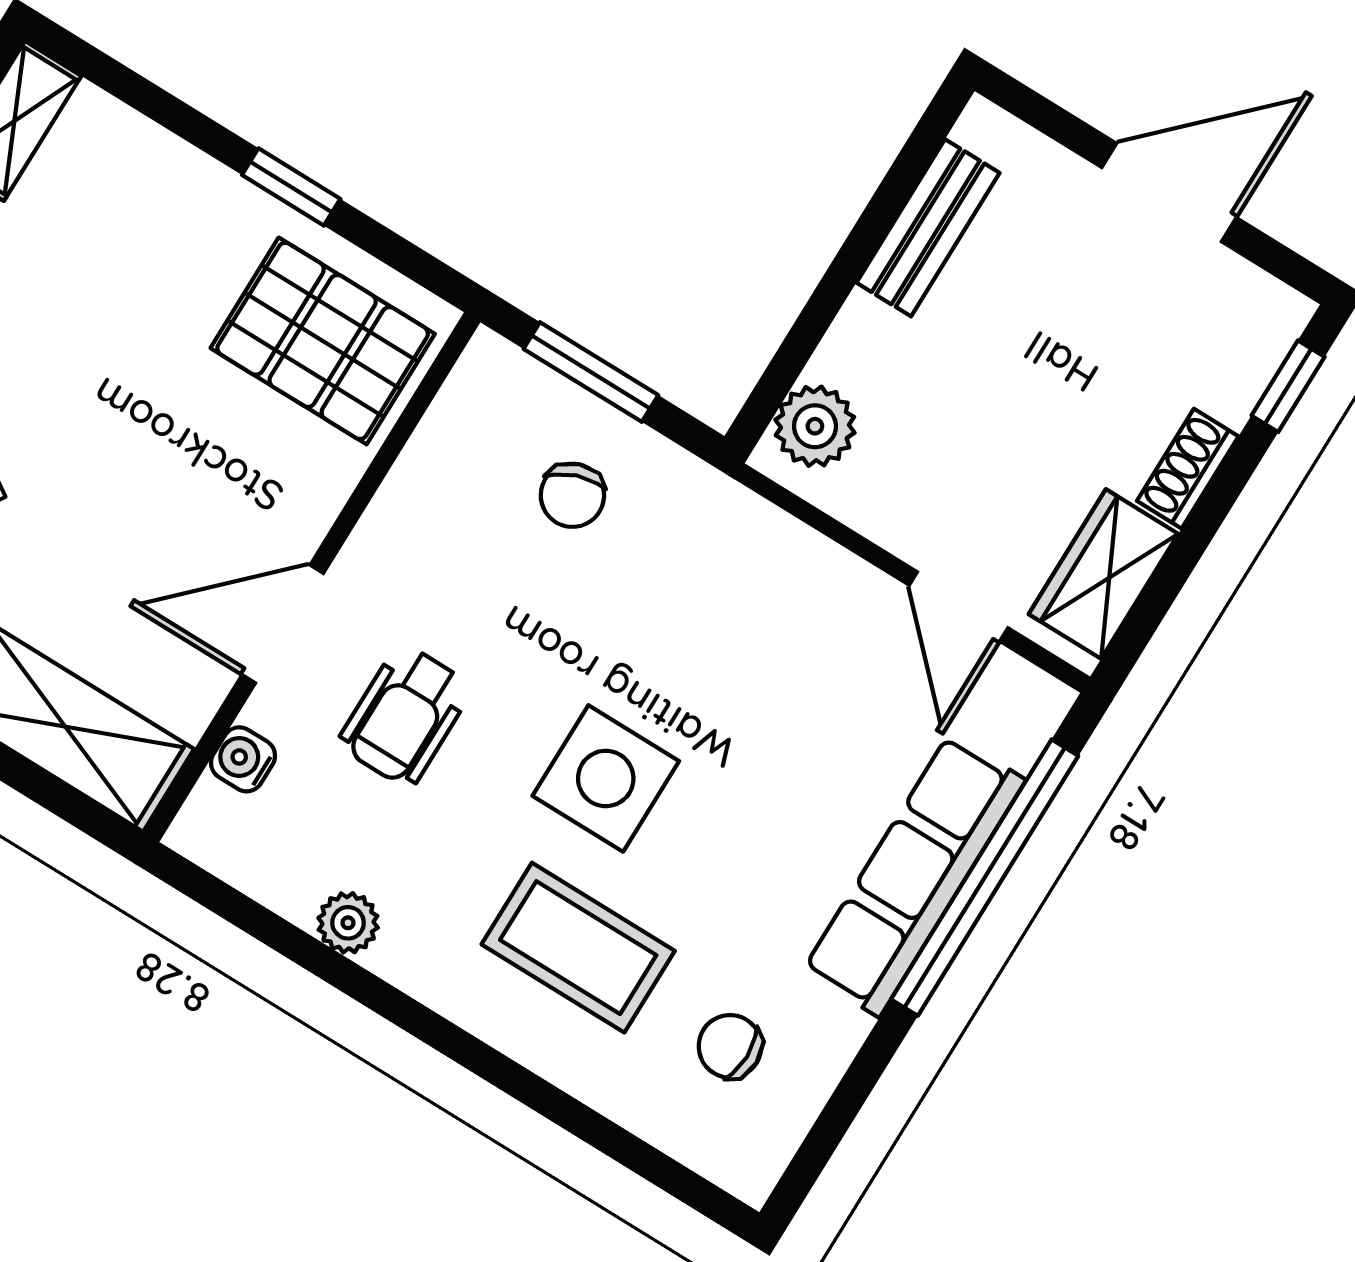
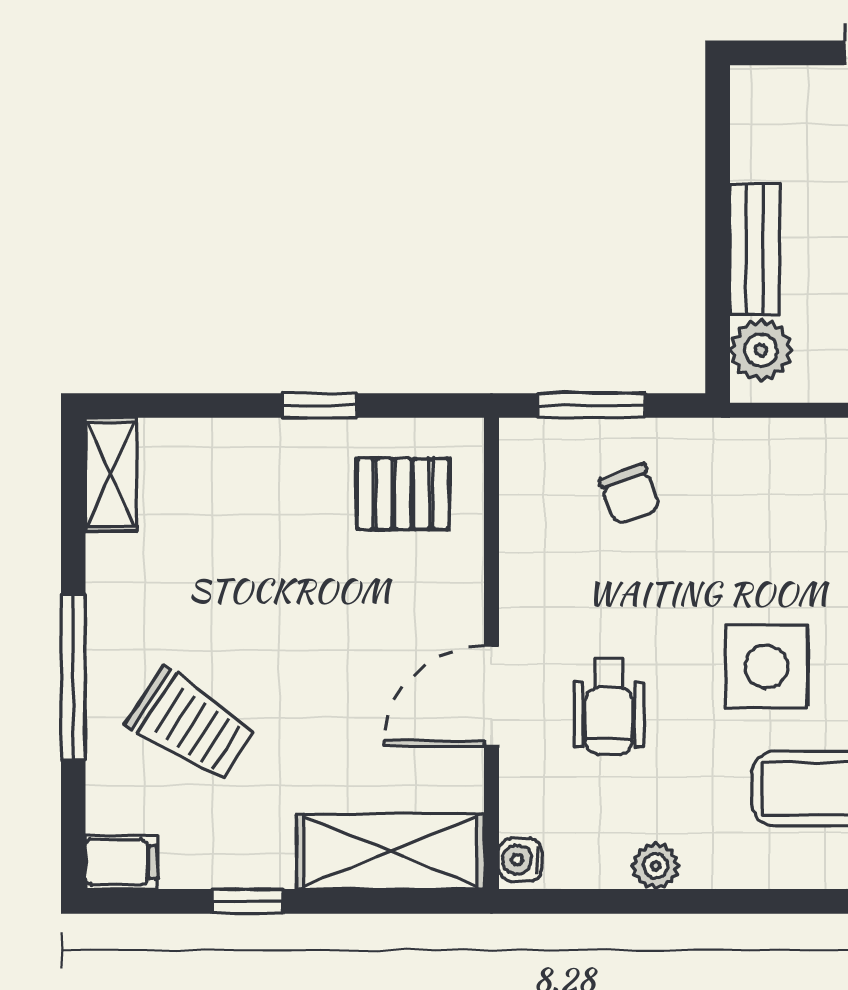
bench: (928, 228) -> (755, 249), moved
pallet: (323, 341) -> (403, 494), width x0.67, depth x0.71
water cooler: (243, 759) -> (520, 860), moved

